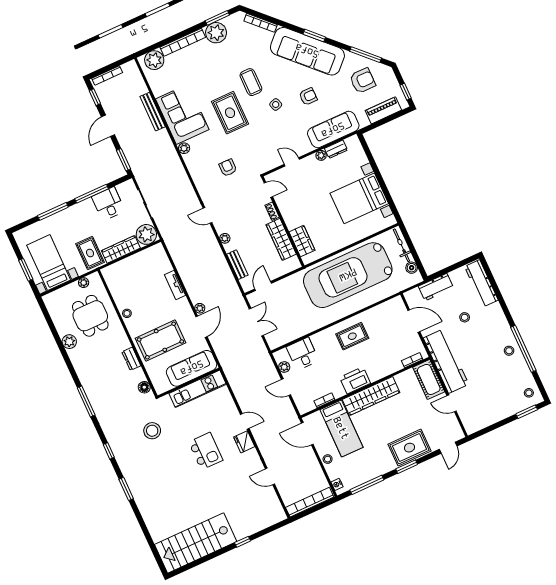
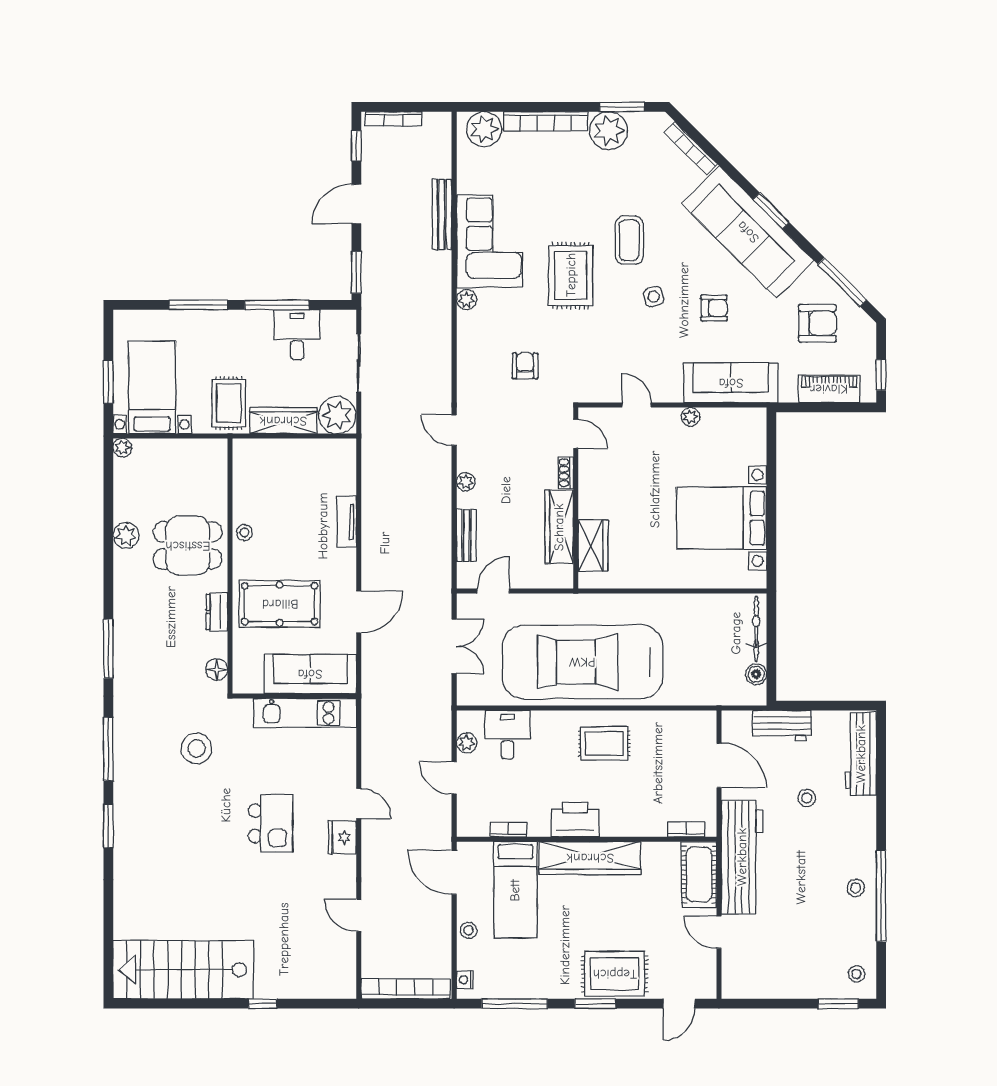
dresser: (336, 149) -> (720, 418), removed
car: (348, 275) -> (582, 662), moved
plant: (84, 283) -> (122, 448), moved
plant: (200, 308) -> (370, 580), removed
dining table: (90, 316) -> (188, 546), moved, turned 90
window: (109, 451) -> (108, 749), width x2.17

